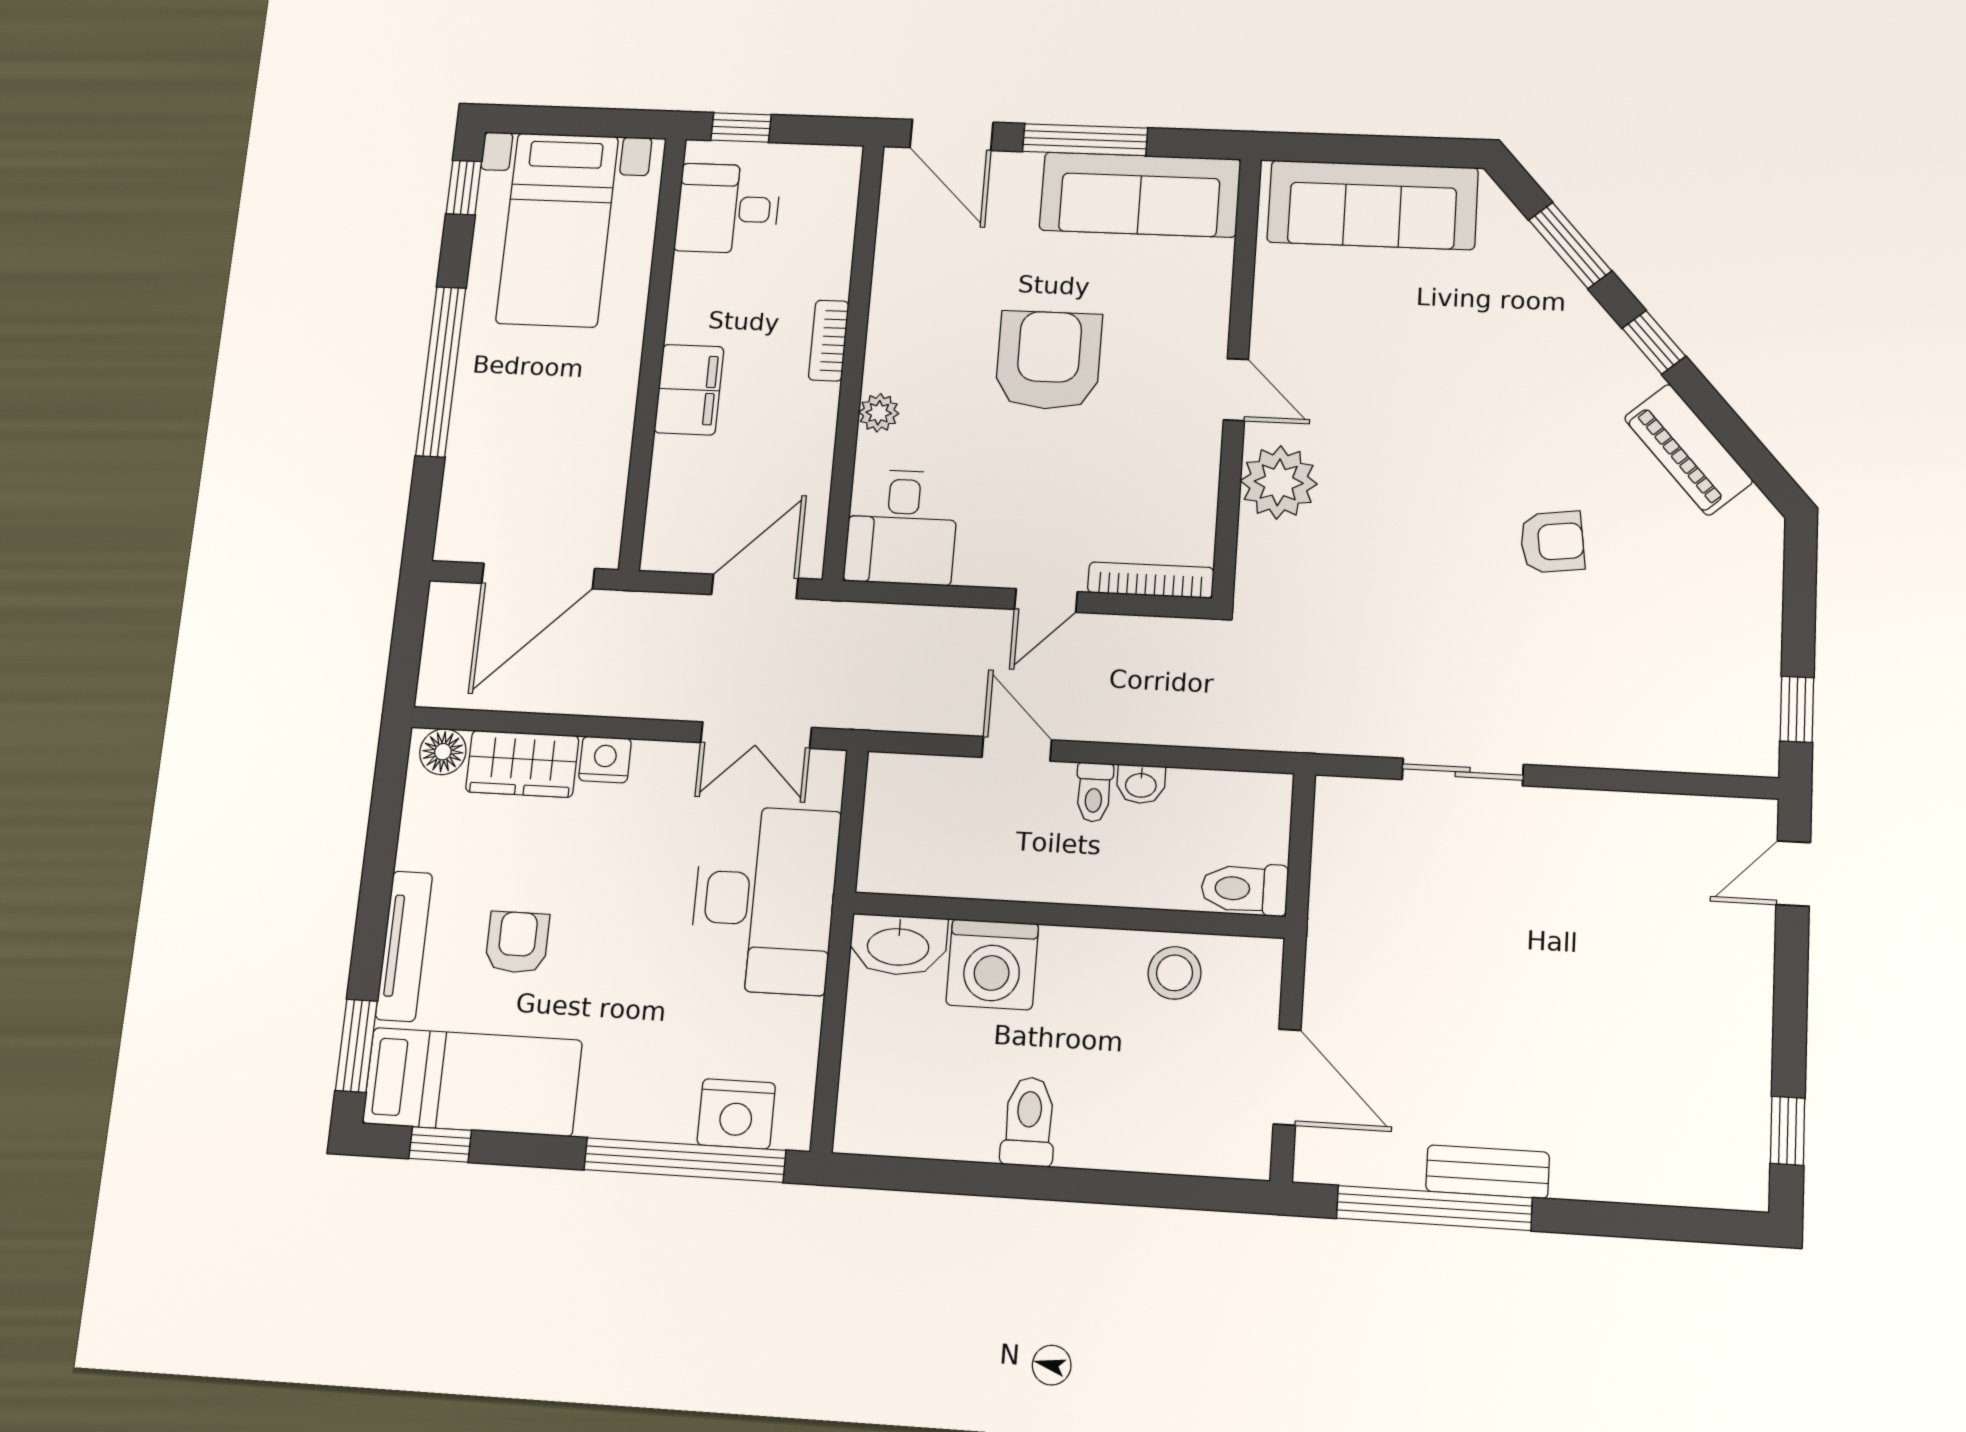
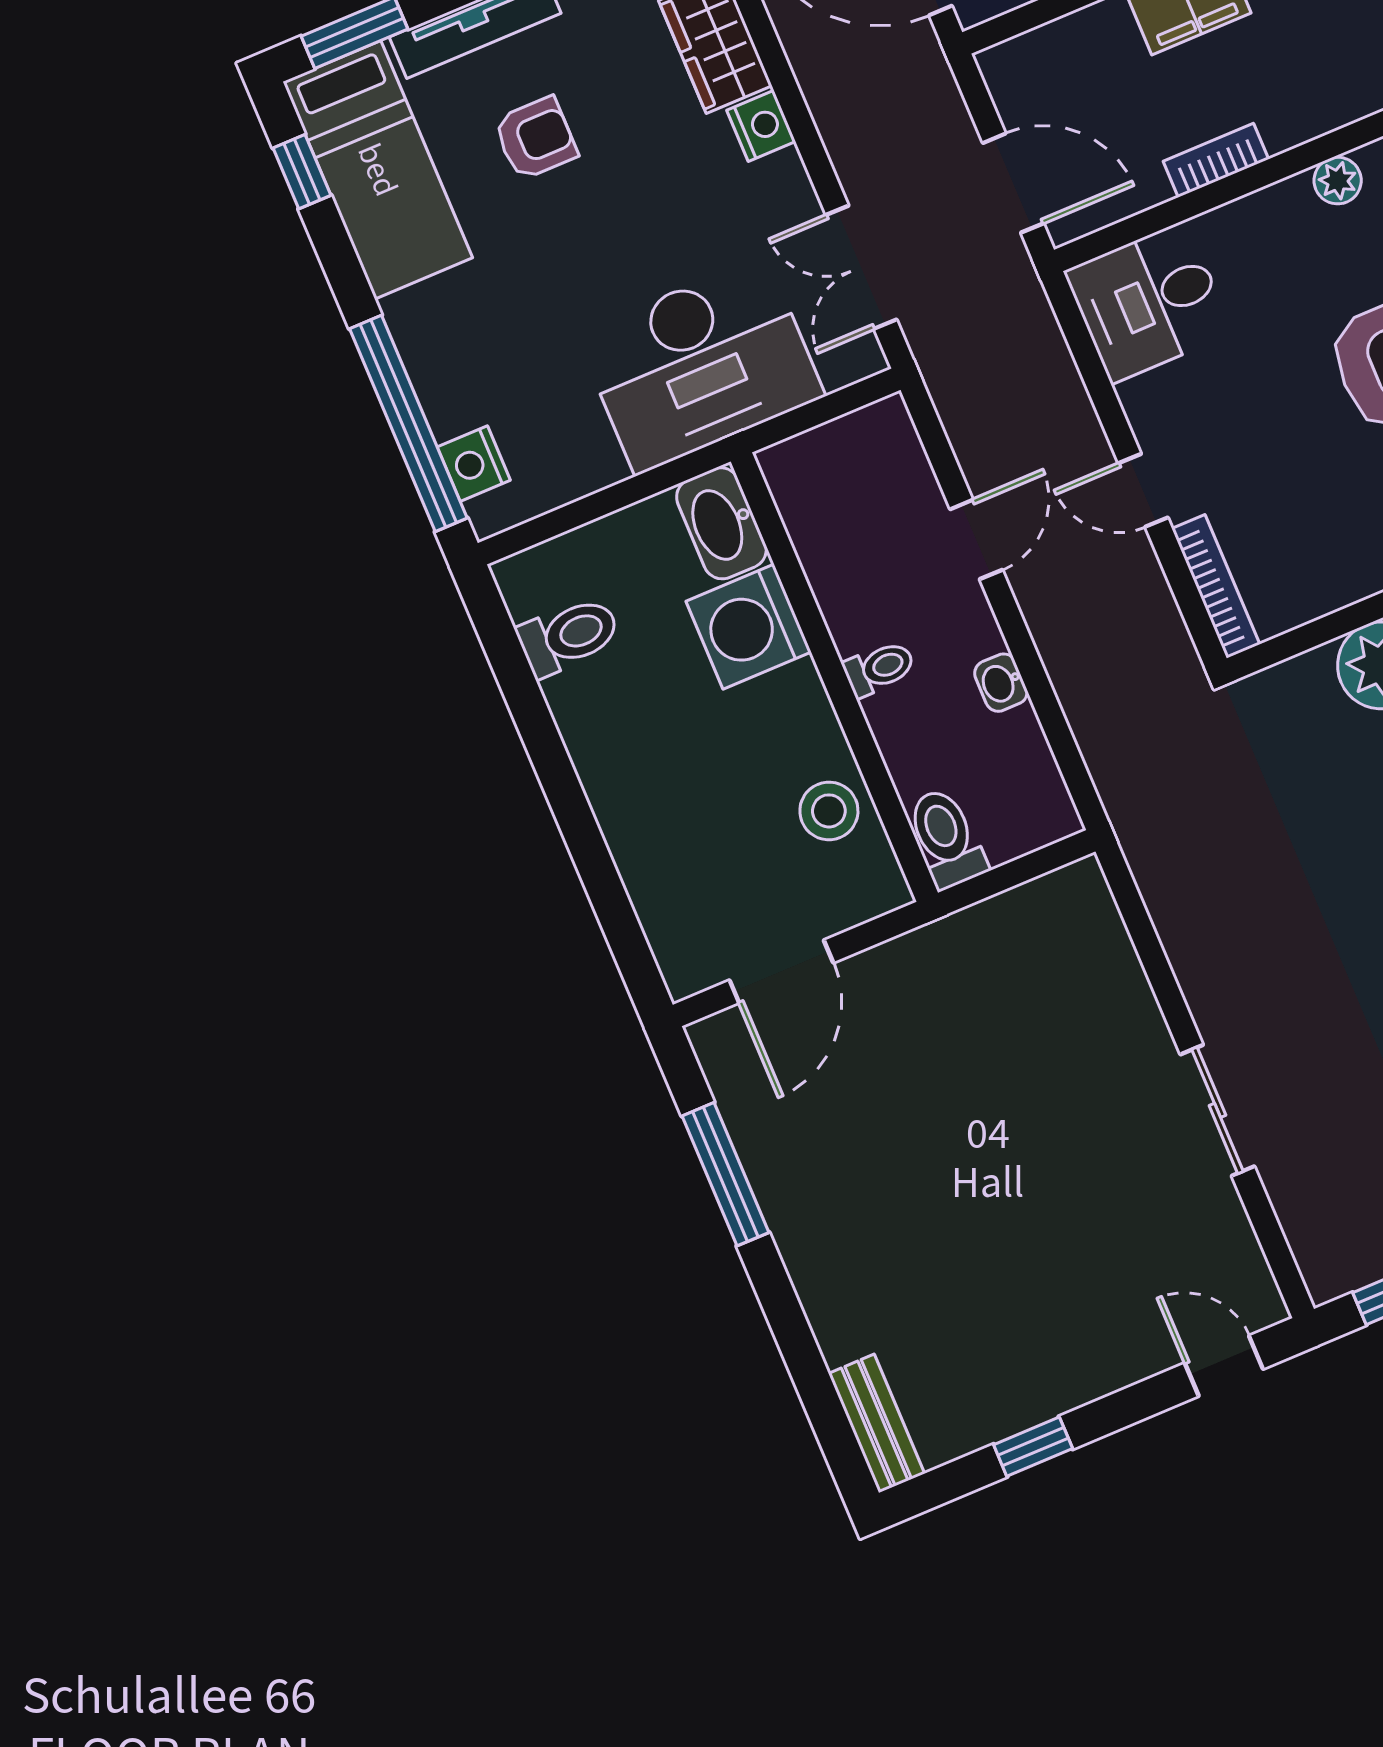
bookcase: (829, 341) -> (1216, 160), moved
plant: (879, 413) -> (1338, 181), moved
sliding door: (1463, 772) -> (1217, 1110), moved
toilet: (1094, 792) -> (879, 668), moved, turned 180
nightstand: (736, 1114) -> (474, 464), width x0.74, depth x0.75
toilet: (1029, 1122) -> (569, 636), moved
window: (1788, 1131) -> (1033, 1447), moved
bench: (1488, 1172) -> (876, 1423), moved
window: (1434, 1208) -> (725, 1174), width x0.68

